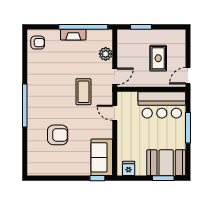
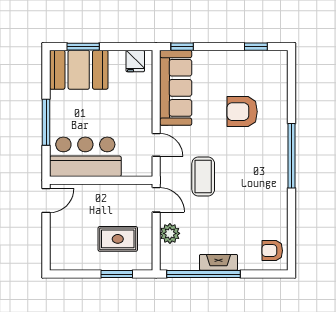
rug: (158, 58) -> (118, 239), moved, turned 90
door: (115, 76) -> (156, 200), swing flipped
sofa: (102, 157) -> (176, 88), width x1.36
window: (48, 178) -> (256, 47), added

